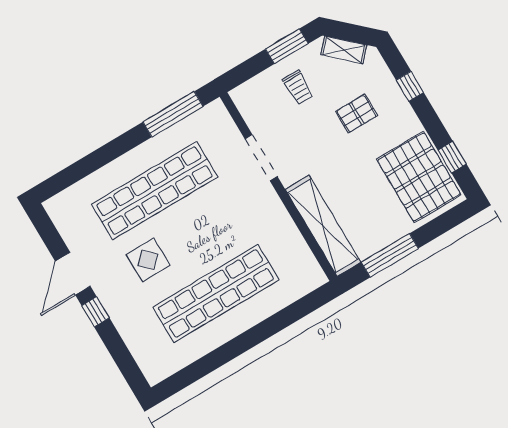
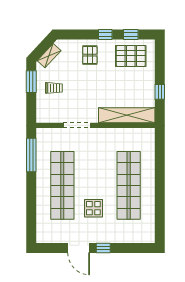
window: (410, 86) -> (105, 34), moved
pallet: (357, 114) -> (90, 55), moved
pallet: (419, 177) -> (131, 56), width x0.73, depth x0.71
window: (390, 255) -> (160, 92), width x0.46

